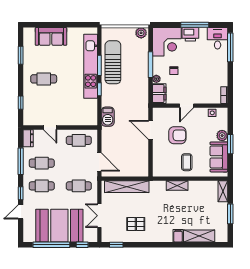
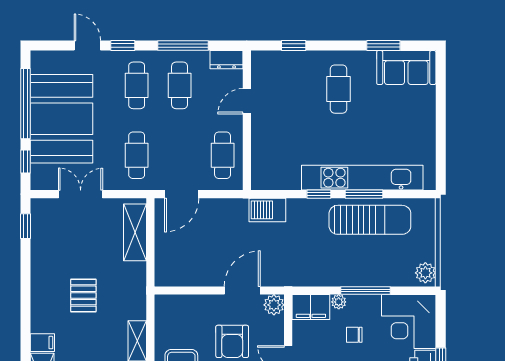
sofa: (51, 36) -> (406, 68), moved, turned -90
plant: (158, 113) -> (274, 305), added
shelving: (127, 187) -> (135, 232), width x0.68
pallet: (136, 224) -> (83, 295), moved

